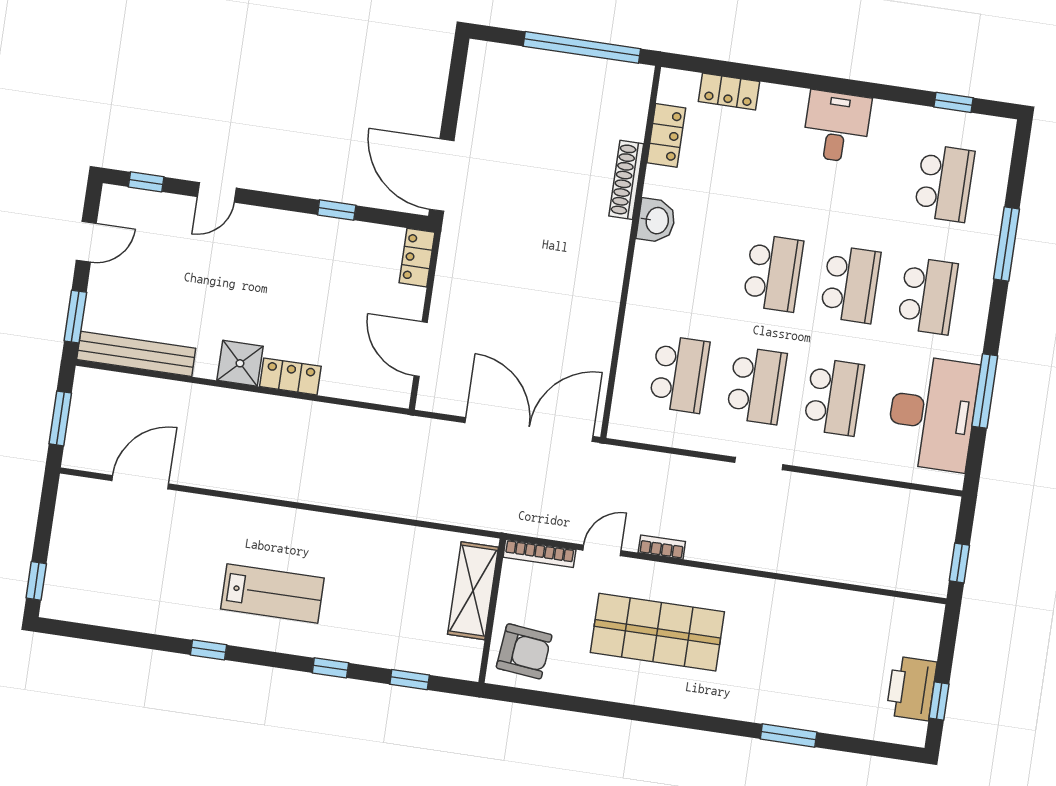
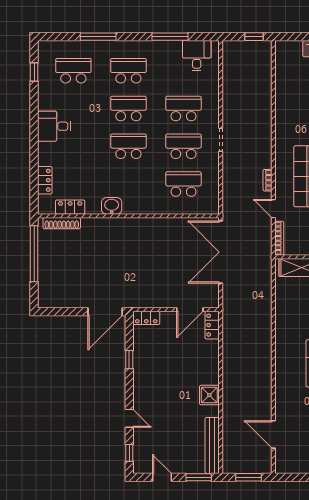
shoe rack: (626, 180) -> (62, 223), moved
locker: (290, 376) -> (212, 325), moved
desk: (932, 413) -> (197, 56), width x0.53, depth x0.77

